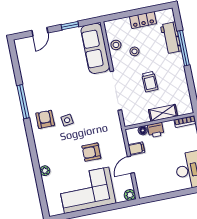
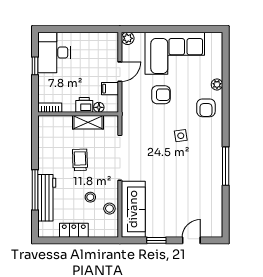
workbench: (171, 38) -> (47, 198), width x1.38
shelving: (163, 113) -> (88, 122), moved
armchair: (45, 119) -> (206, 108), moved

